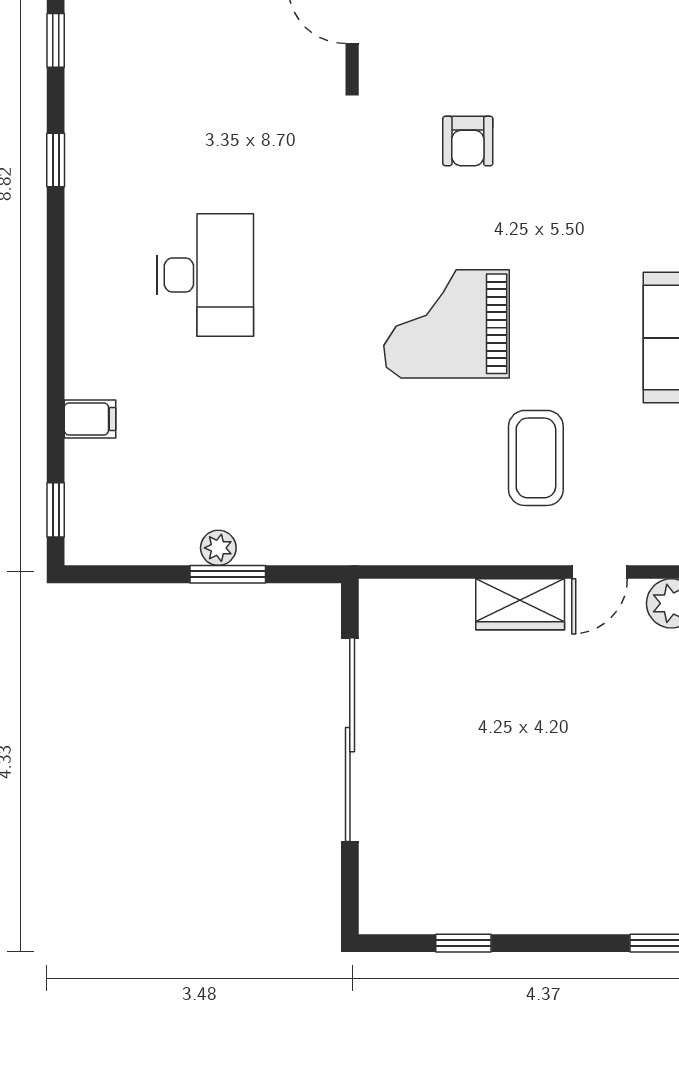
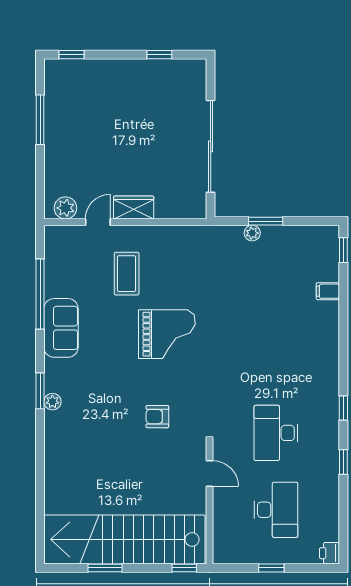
armchair: (468, 141) -> (157, 417), turned -90
desk: (205, 275) -> (276, 433), moved
plant: (218, 548) -> (252, 233), moved

